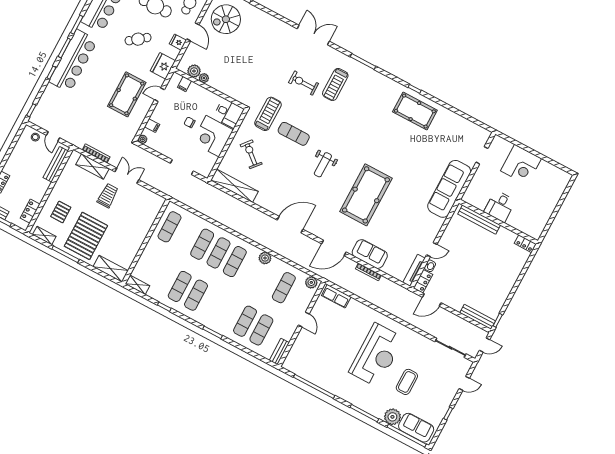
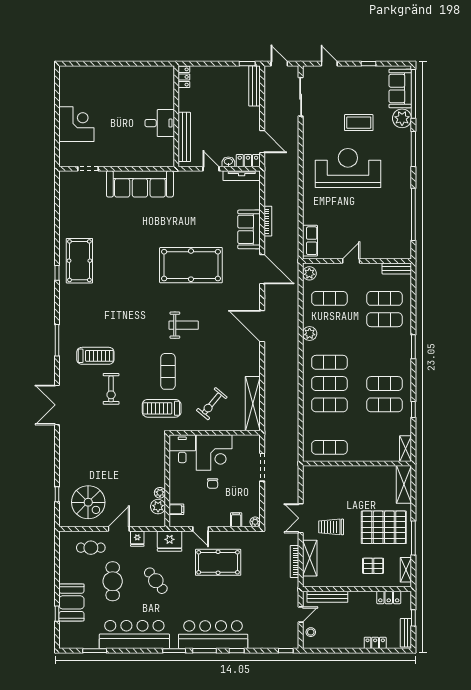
desk: (500, 206) -> (160, 123), moved
bench: (479, 219) -> (184, 137), moved
wall: (498, 222) -> (176, 116), moved
locker: (525, 244) -> (184, 77), moved

